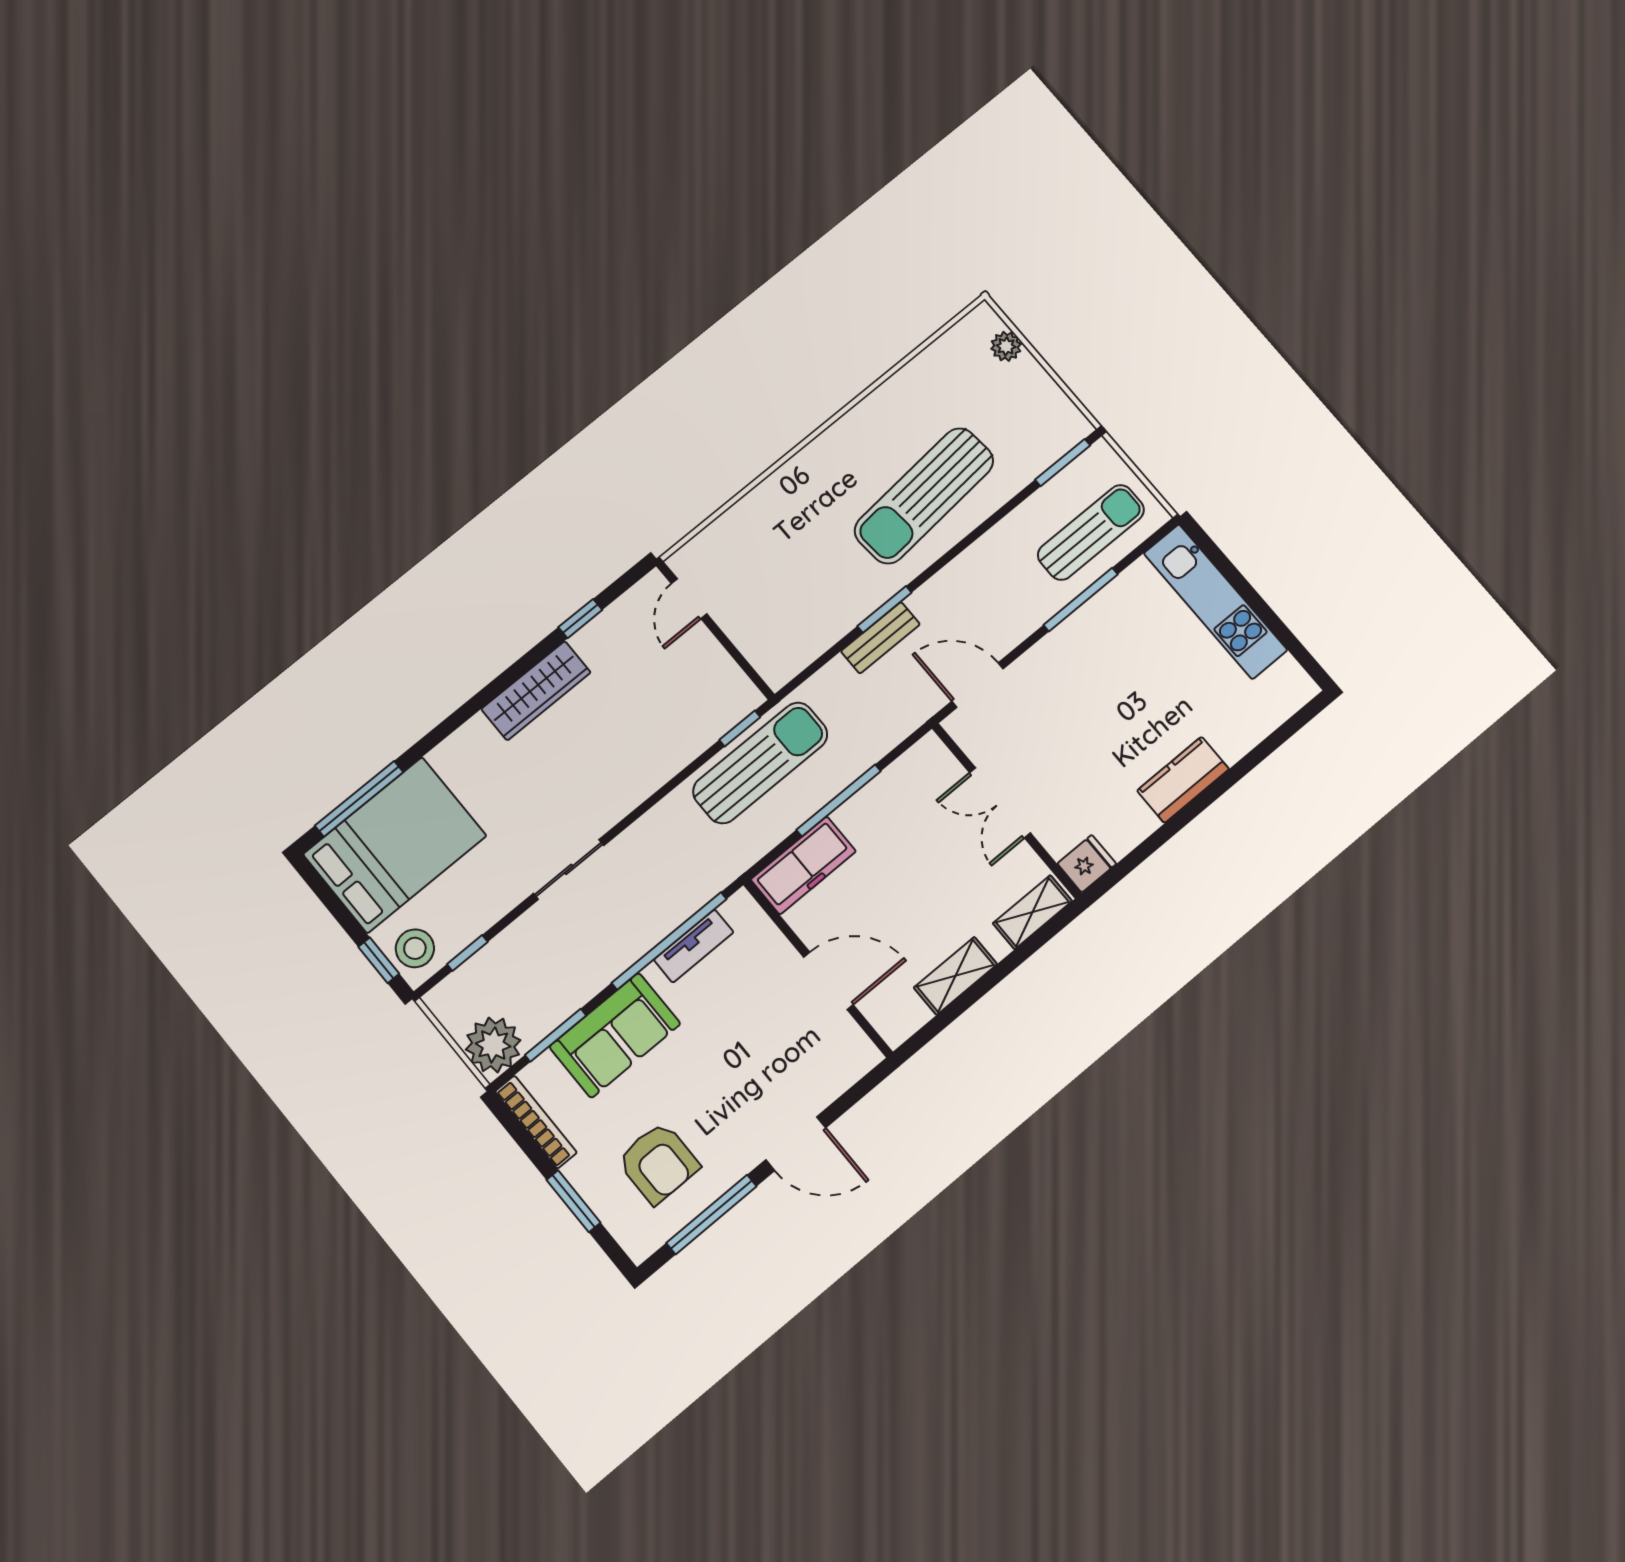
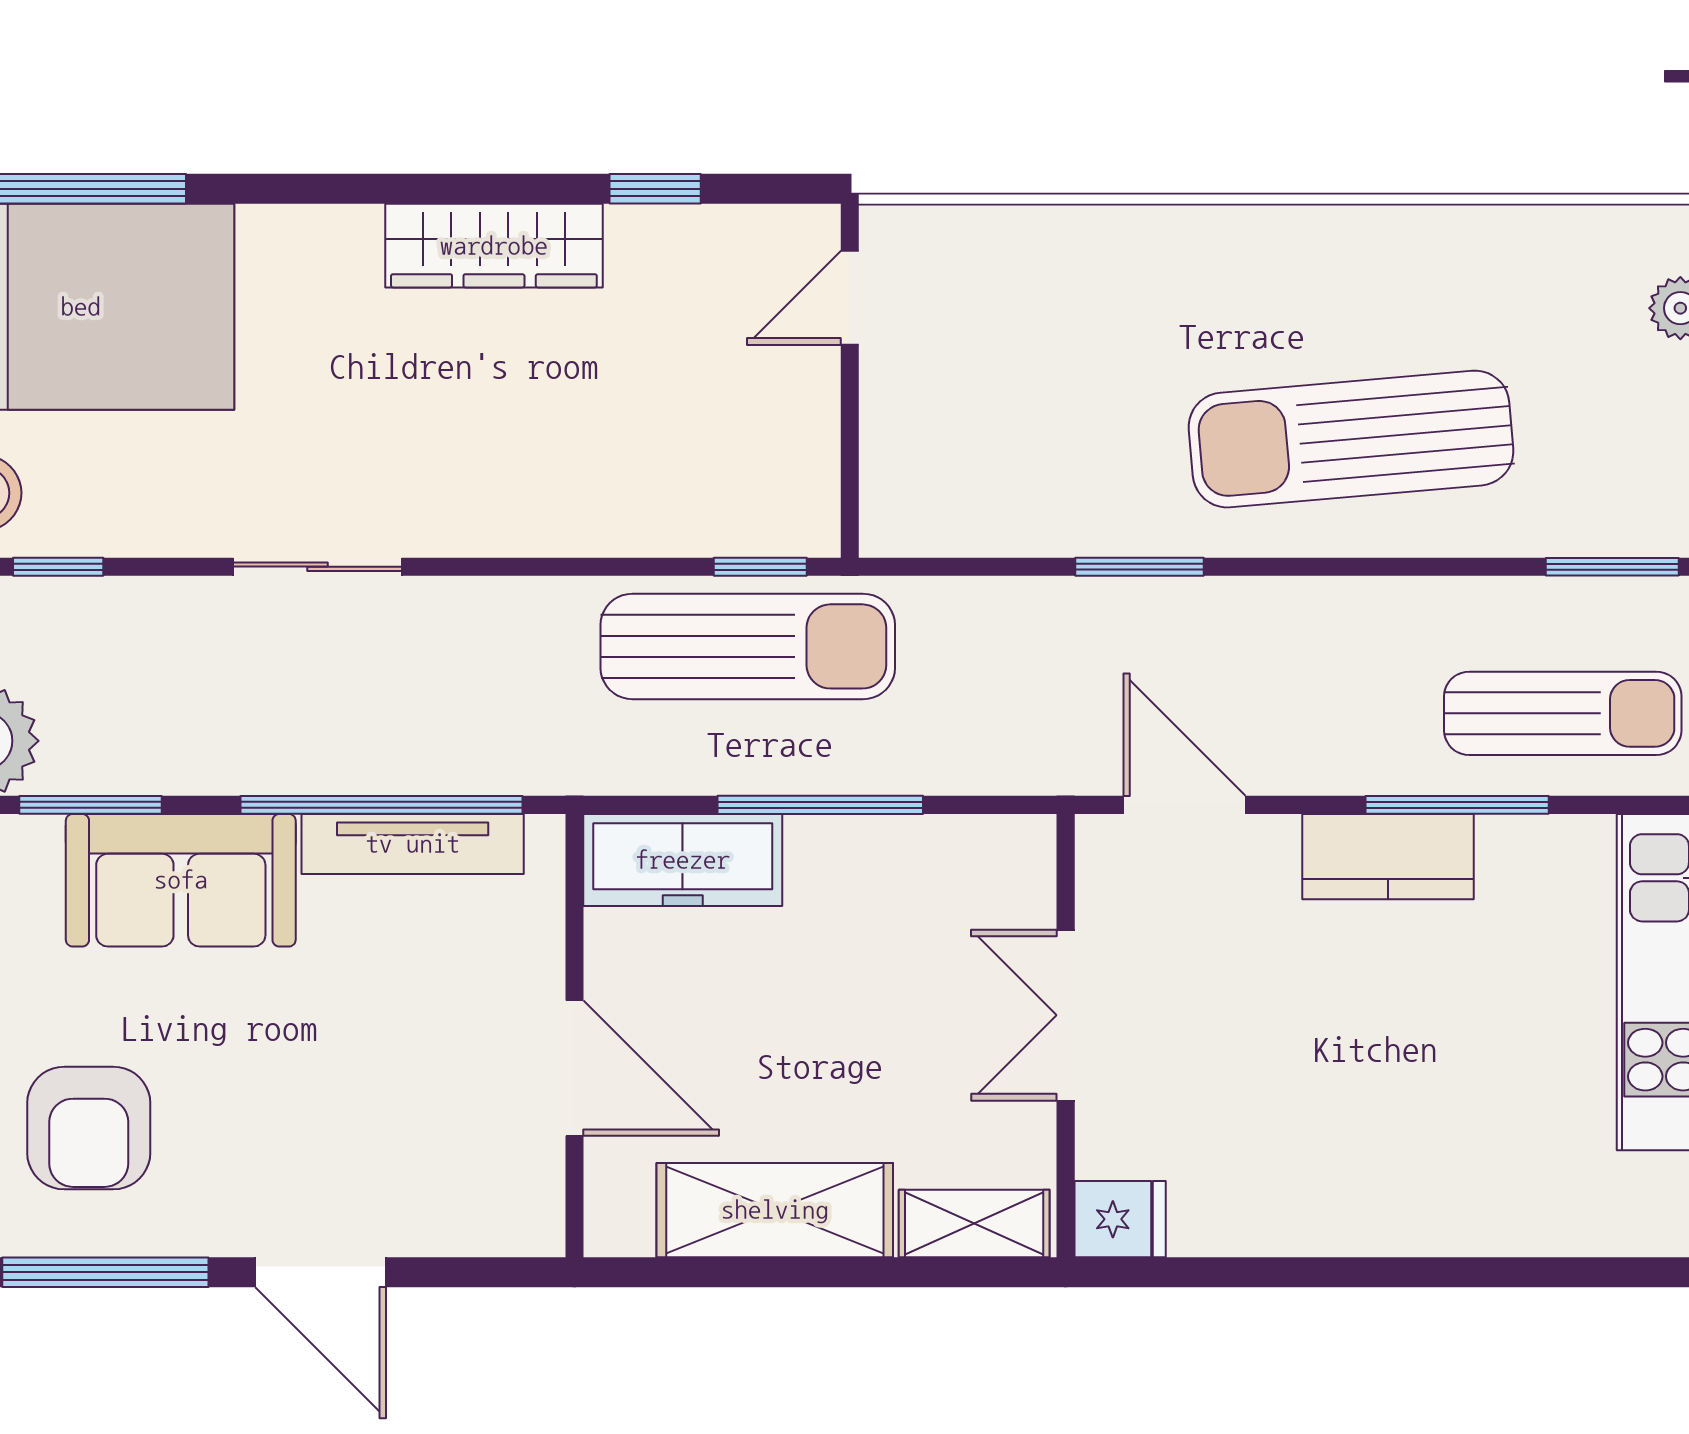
bench: (880, 638) -> (1096, 606), removed
kitchen counter: (1183, 780) -> (1388, 857), moved, turned 180
tv unit: (694, 946) -> (413, 844), width x1.41
shelving: (955, 976) -> (775, 1210), width x1.50, depth x1.33

